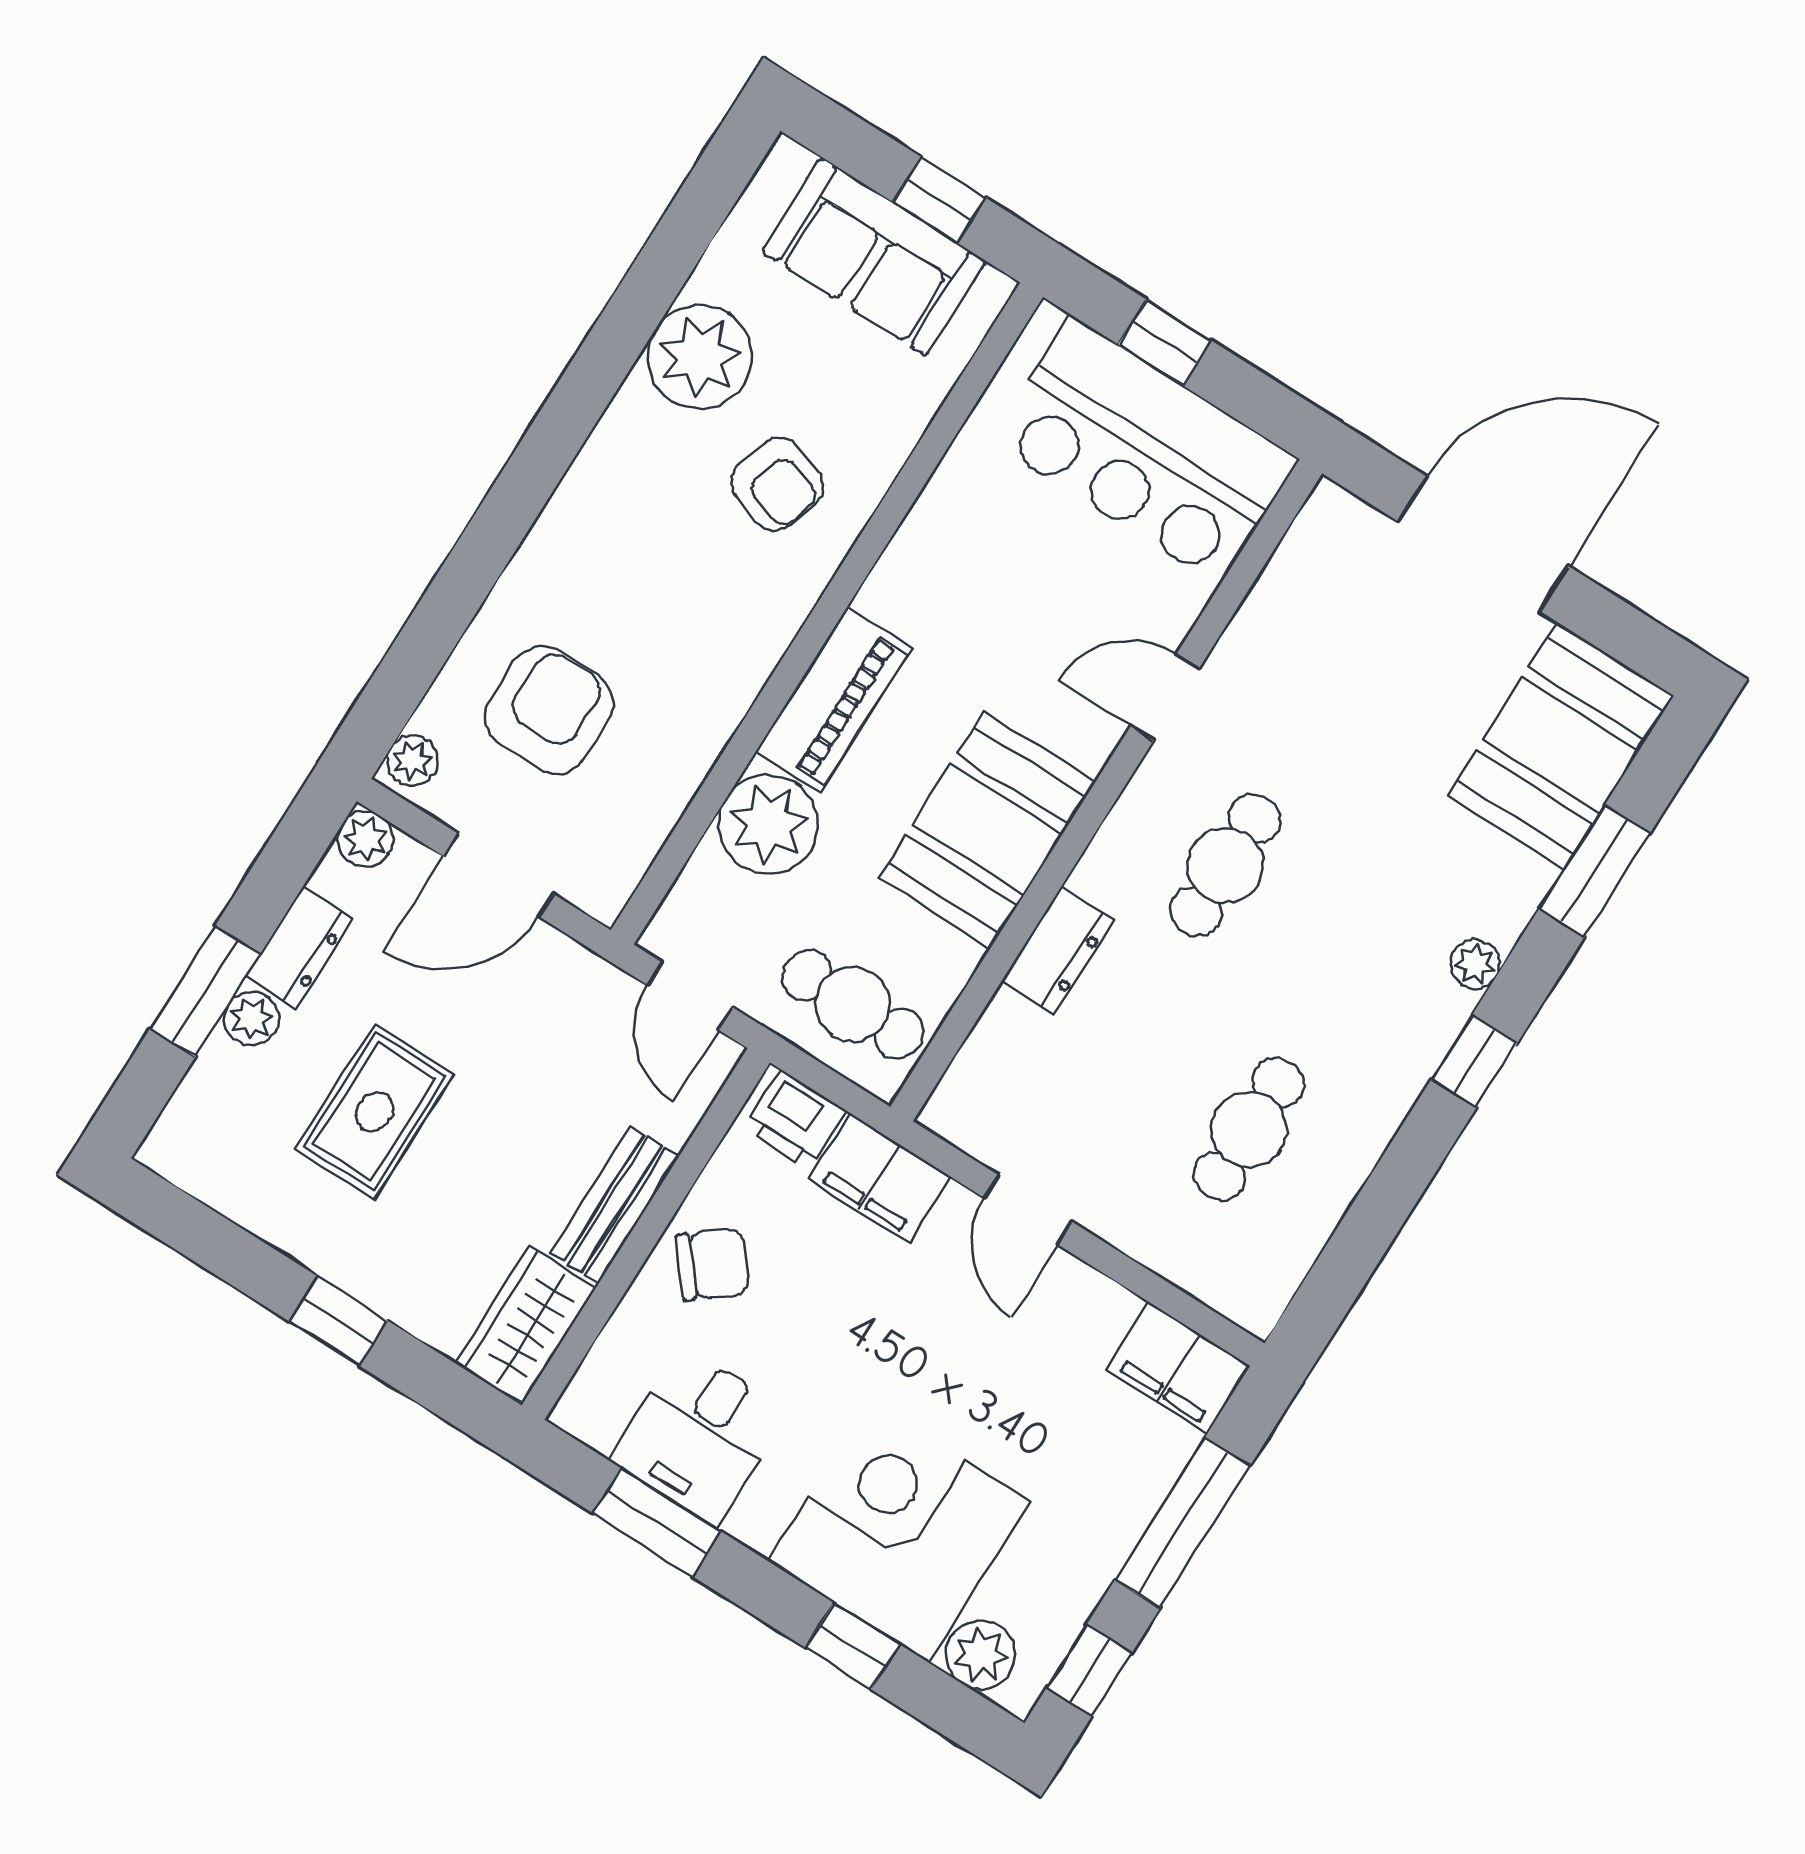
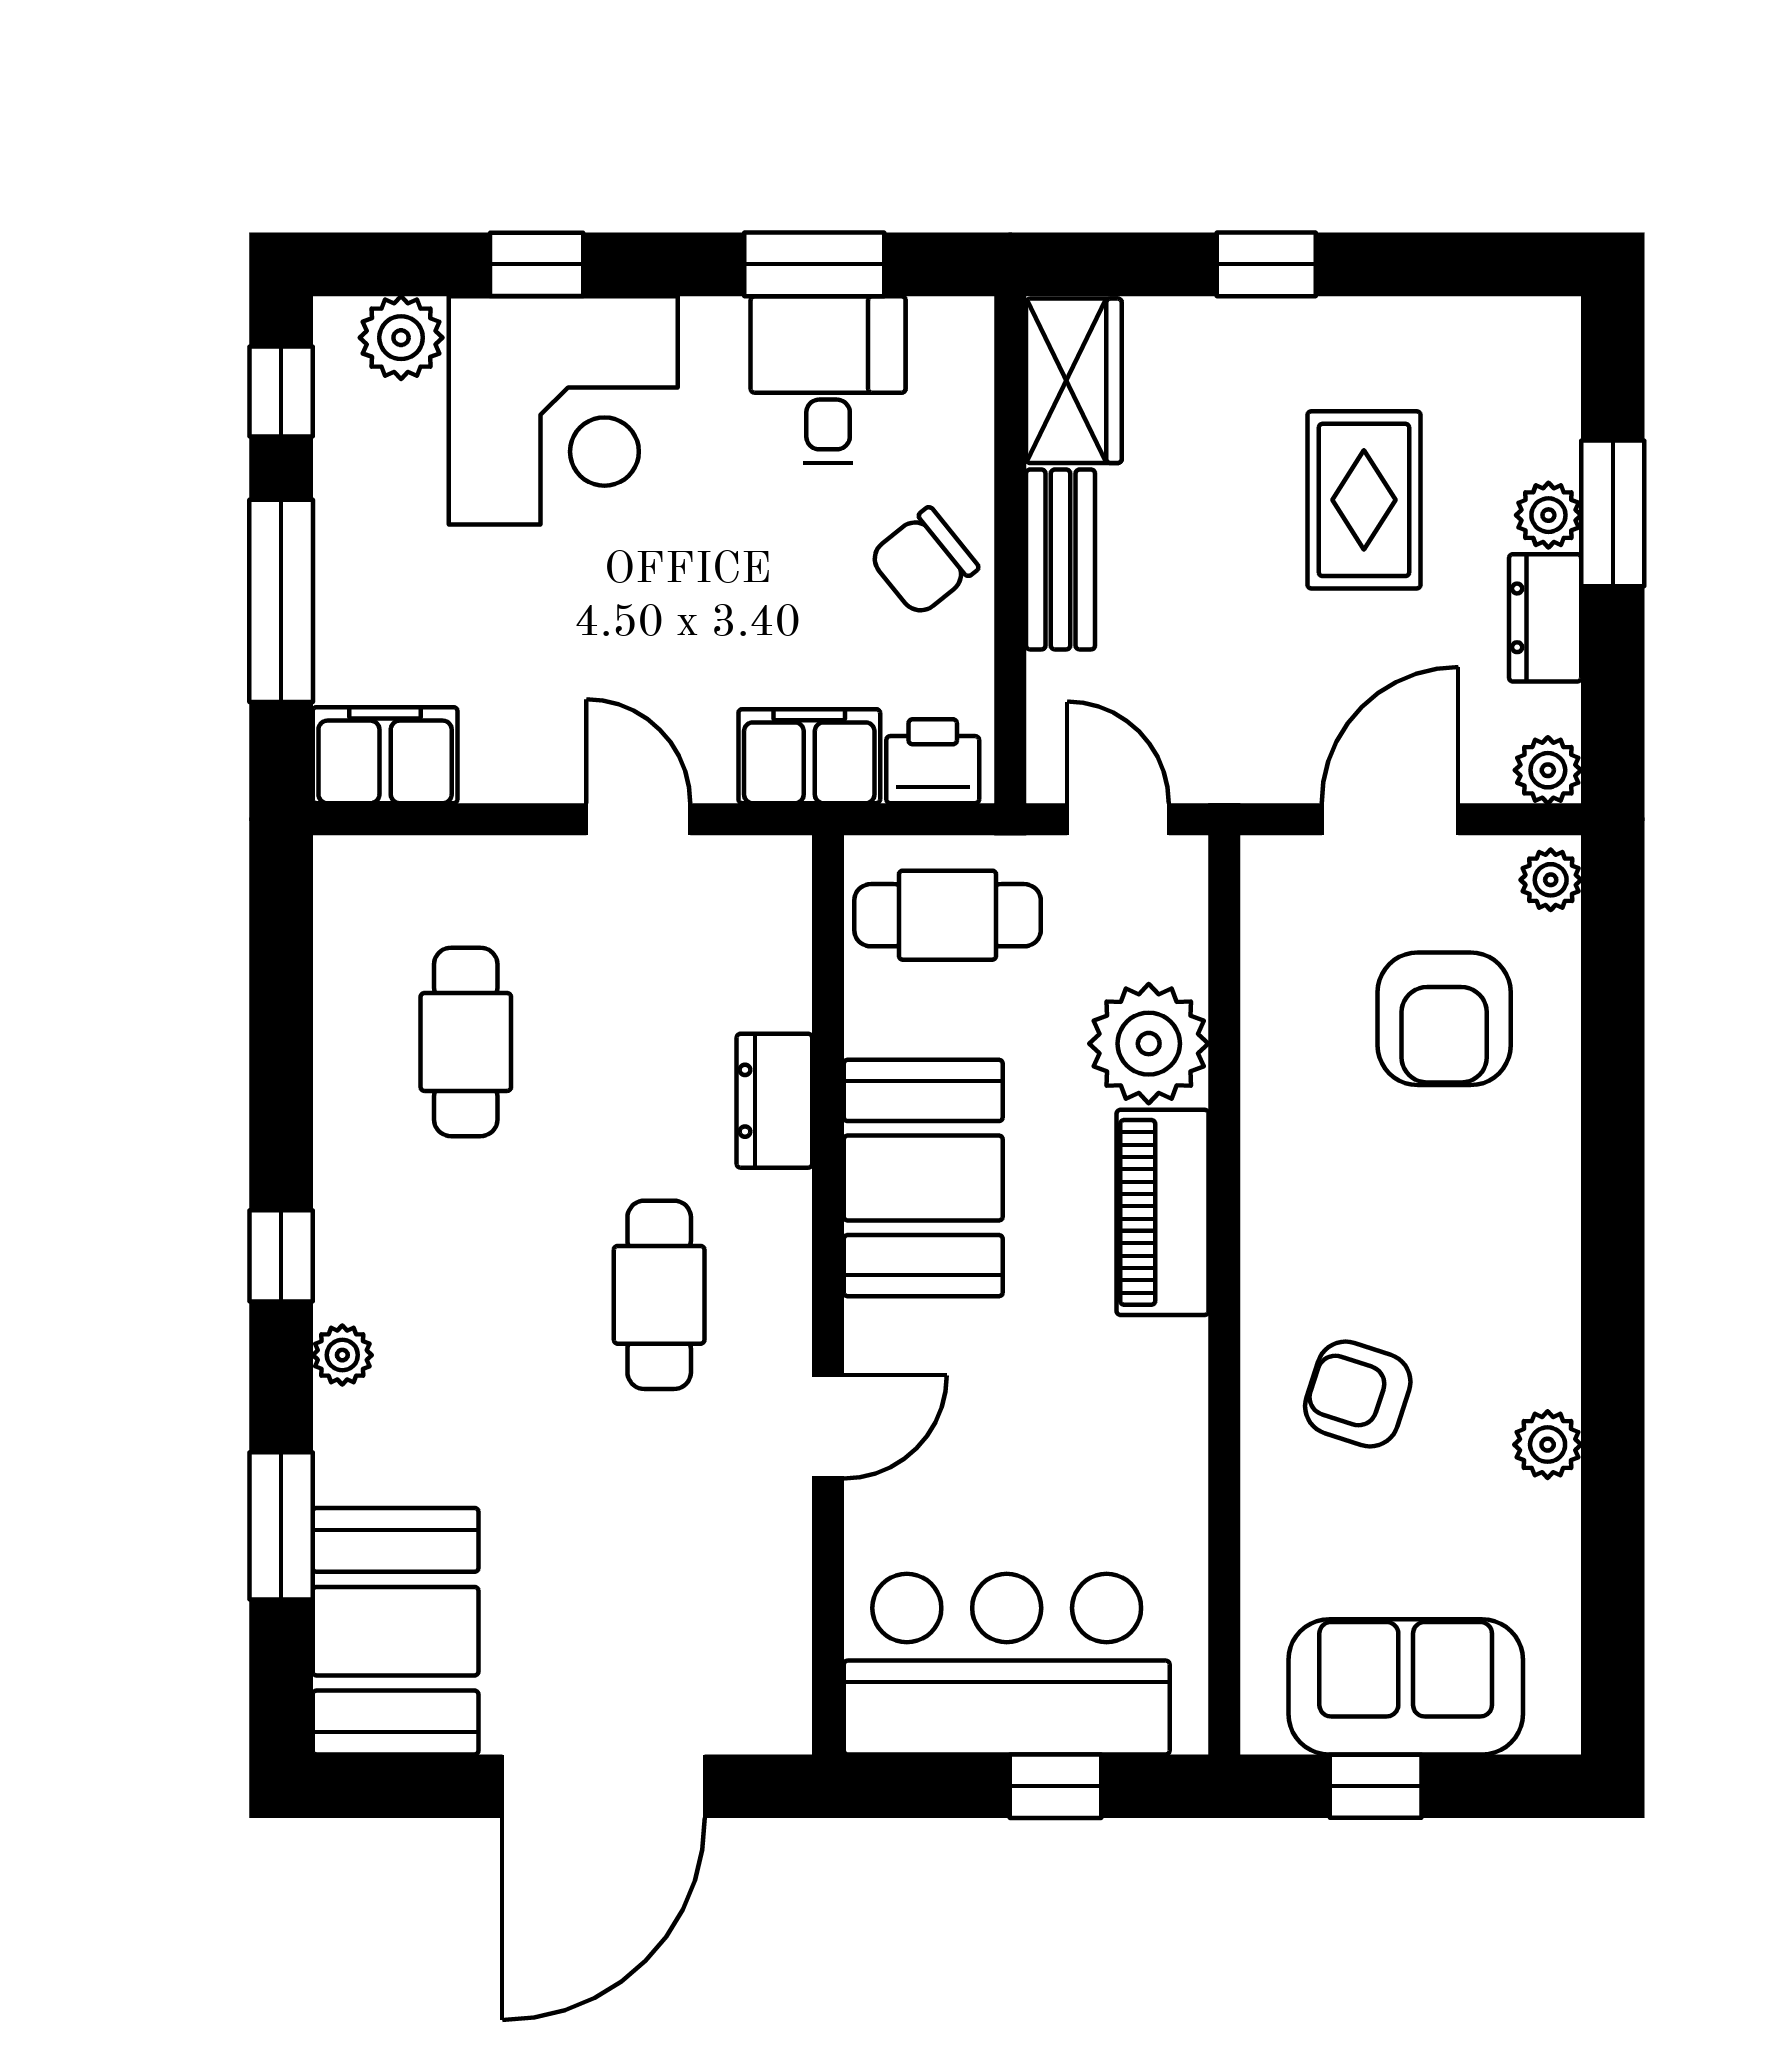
plant: (700, 356) -> (1548, 1445), width x0.53, depth x0.53

